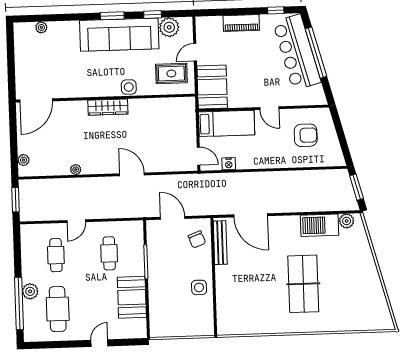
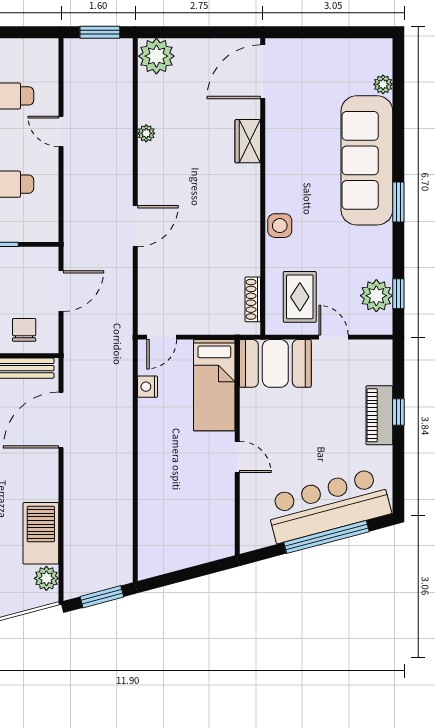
window: (276, 10) -> (398, 412), moved
window: (153, 14) -> (398, 294), moved
sofa: (119, 35) -> (367, 160), moved
door: (36, 100) -> (263, 72), hinge flipped
shoe rack: (174, 102) -> (253, 299), added
wardrobe: (108, 107) -> (248, 141), moved, width x0.67
door: (269, 108) -> (237, 457), swing flipped
armchair: (306, 135) -> (190, 515), removed
plant: (24, 160) -> (156, 56), width x1.88, depth x1.88
chair: (197, 239) -> (24, 330), turned 111

